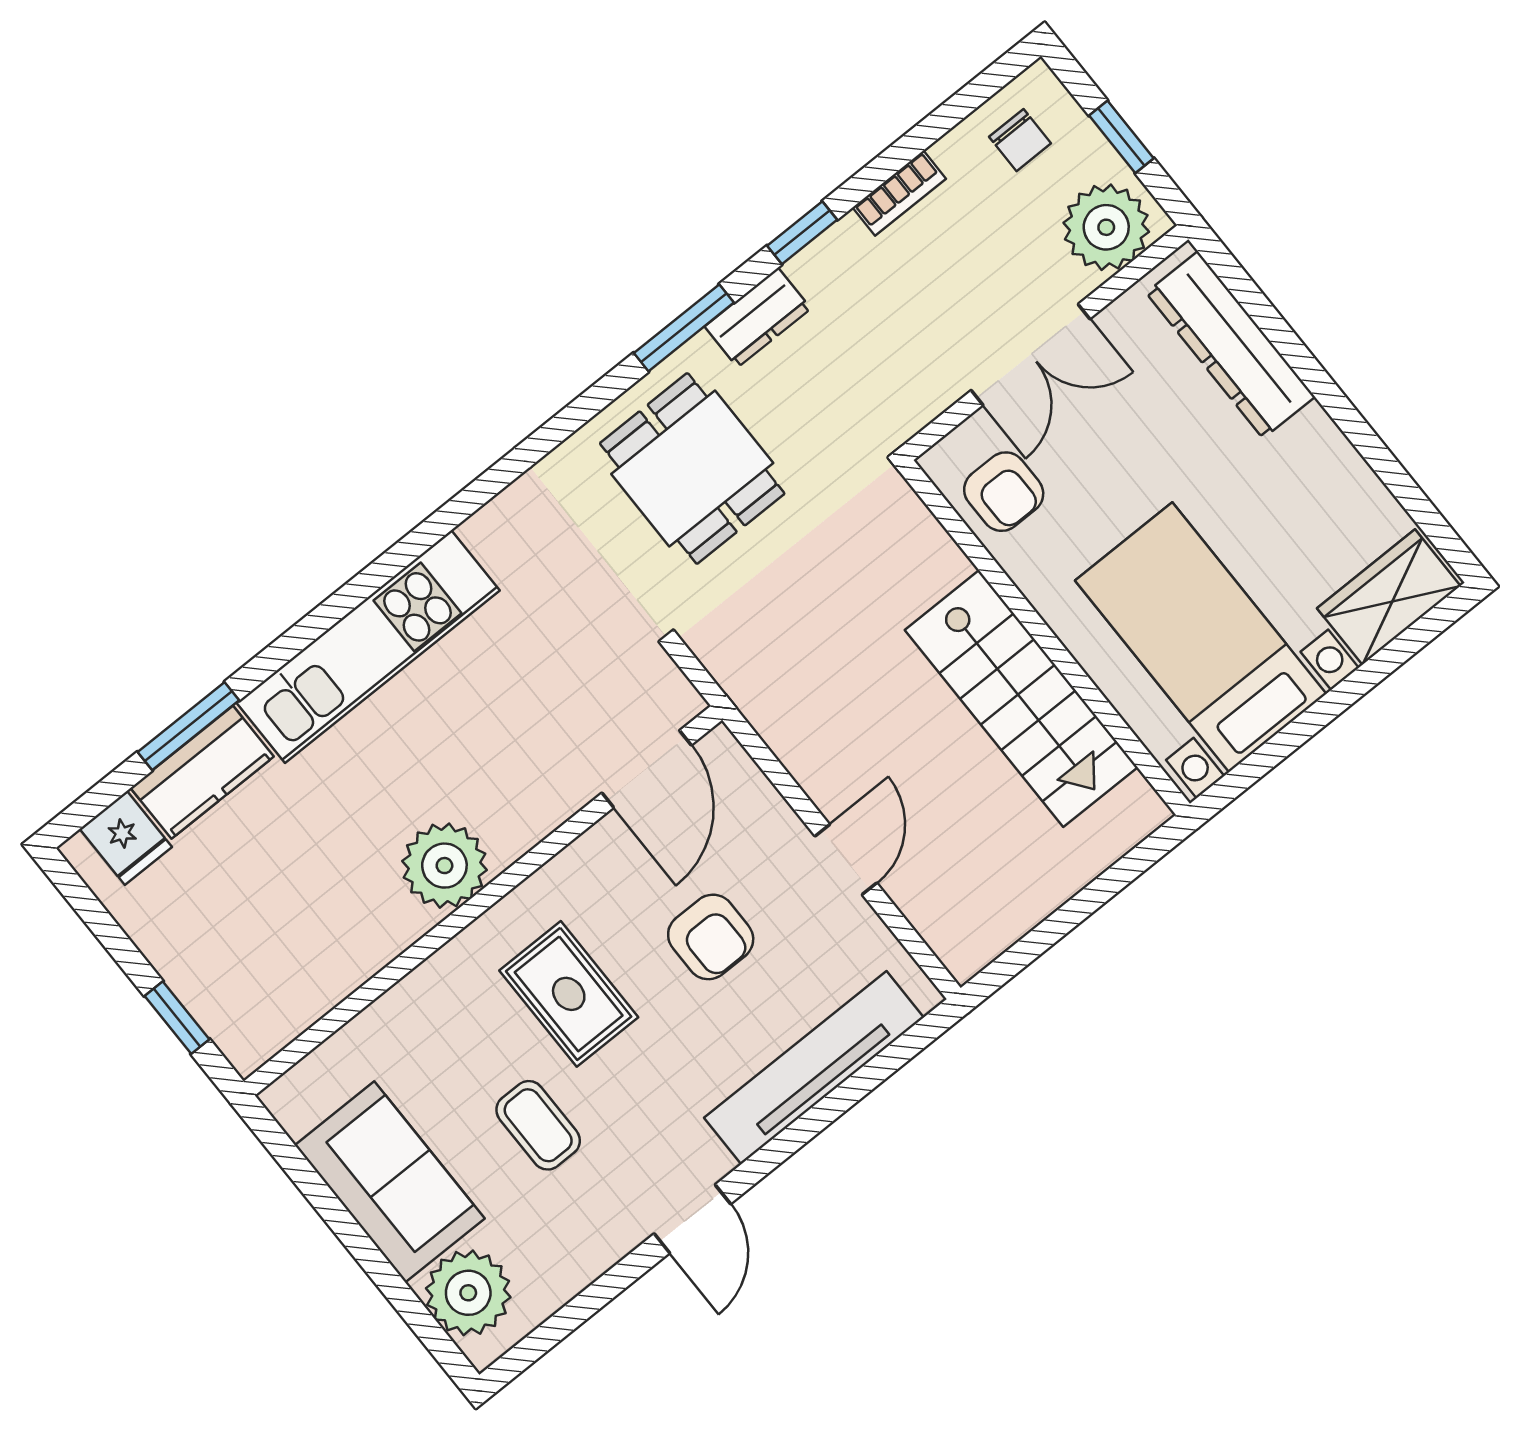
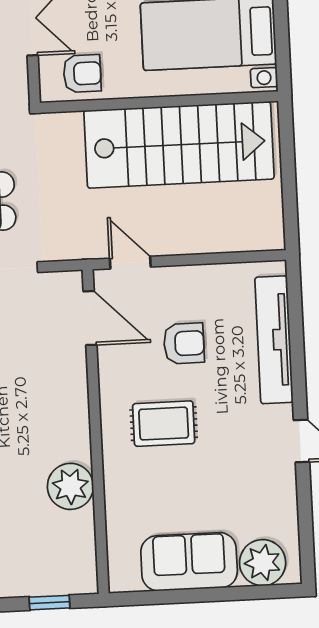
stairs: (1021, 699) -> (179, 145), width x1.36, depth x1.51
door: (846, 860) -> (130, 263), moved
plant: (444, 866) -> (70, 486), moved
coffee table: (538, 1125) -> (211, 479), removed

